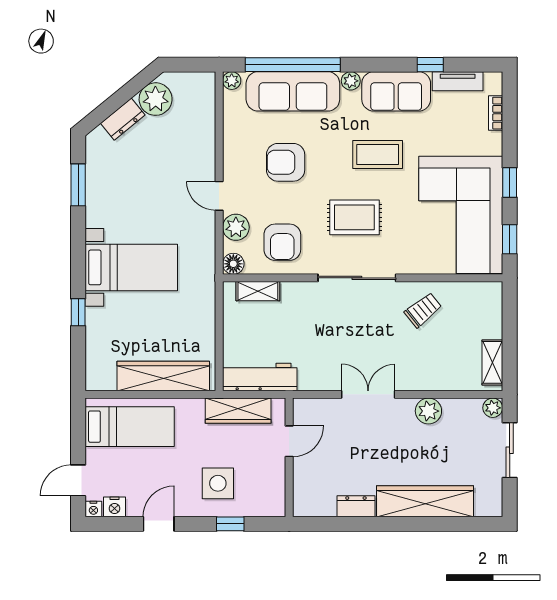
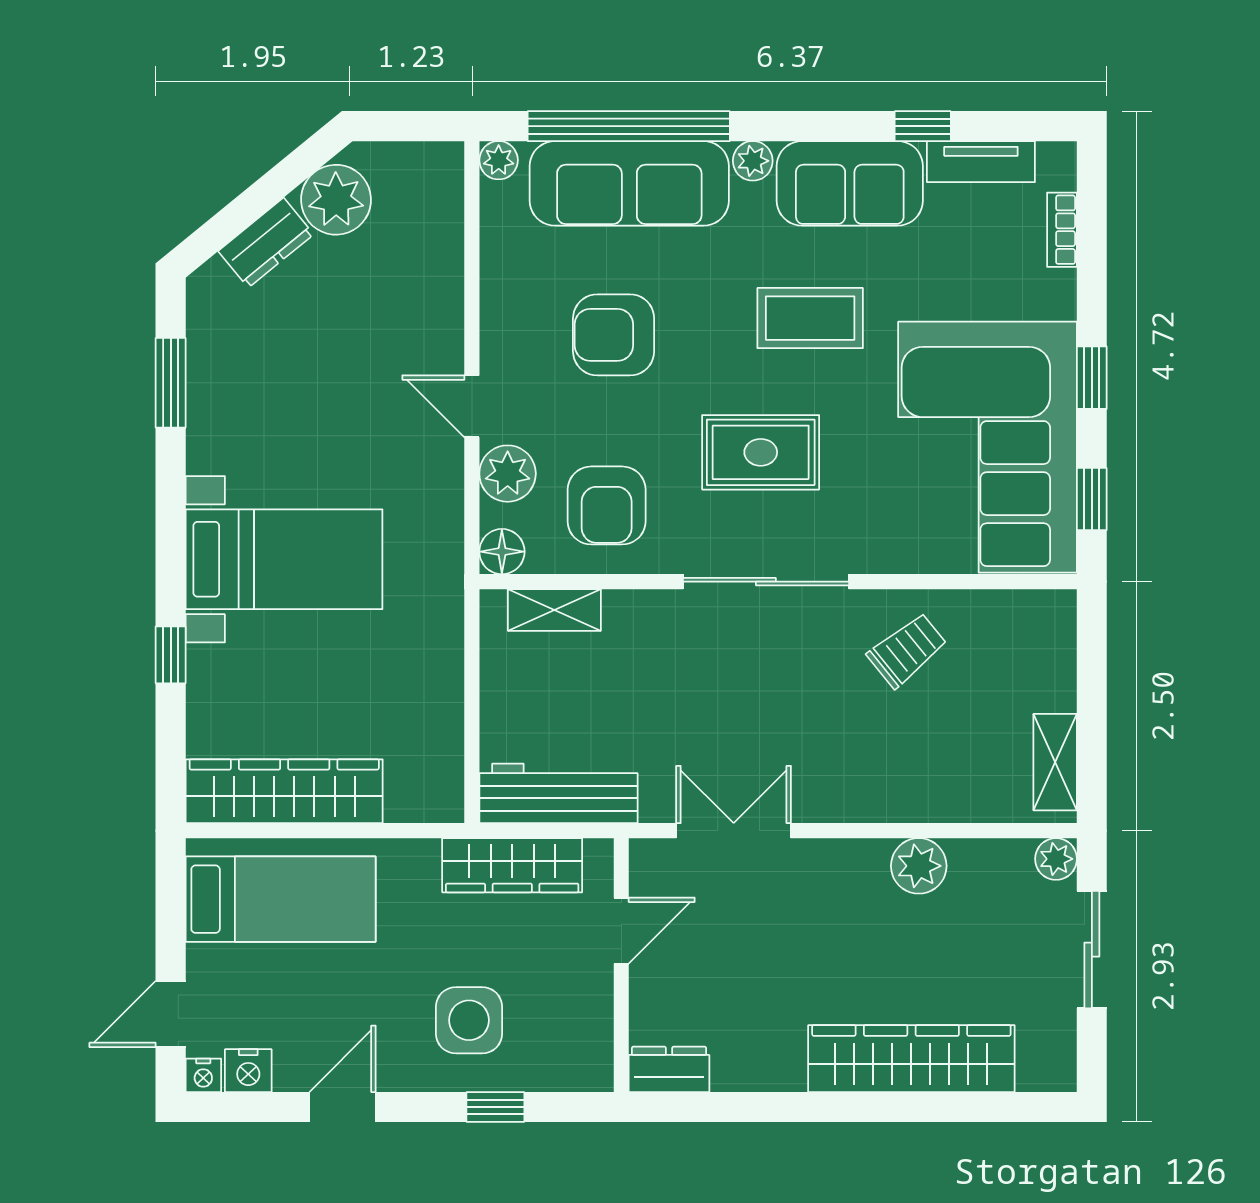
wardrobe: (163, 376) -> (284, 791), moved
double door: (368, 394) -> (734, 831), moved
dresser: (356, 506) -> (669, 1069), moved

